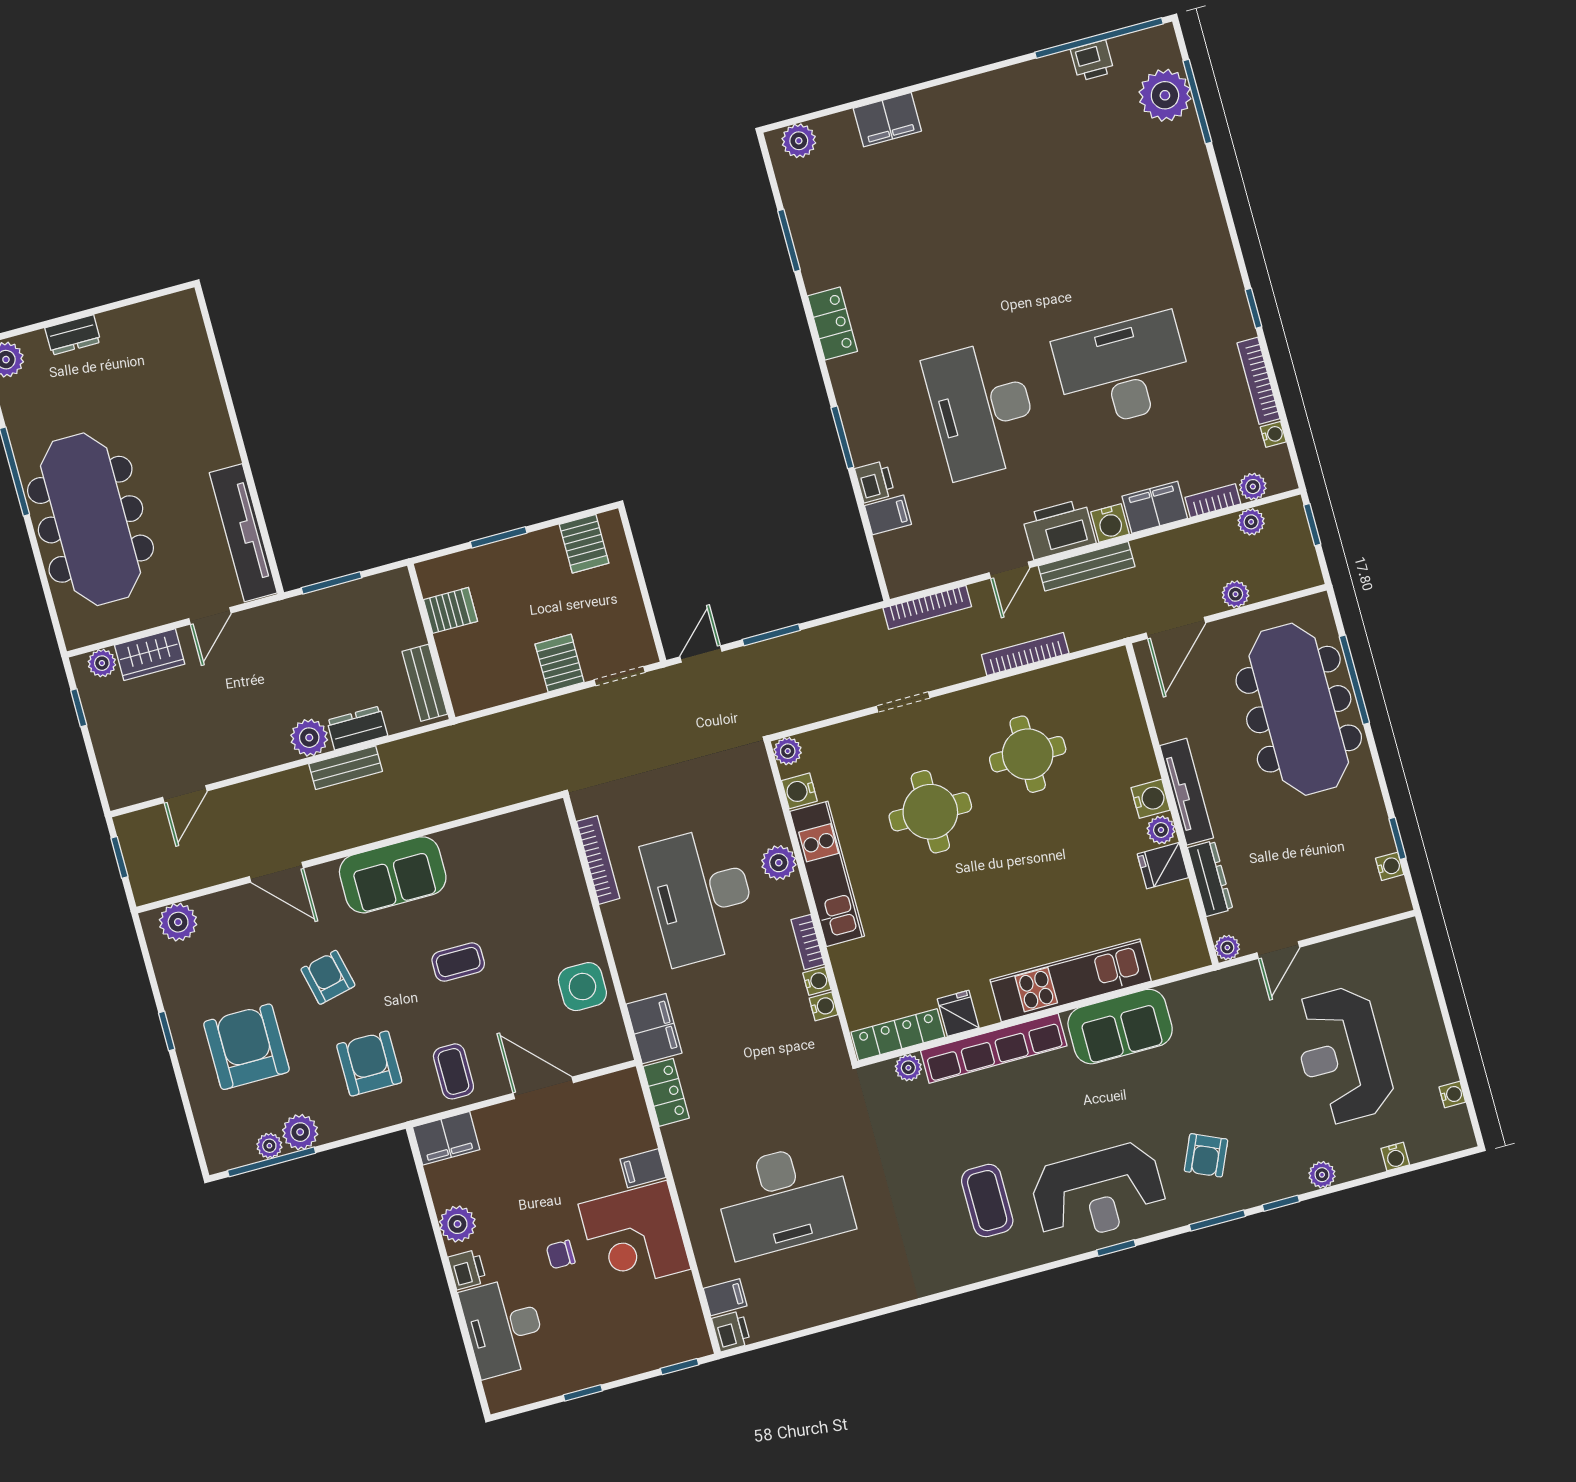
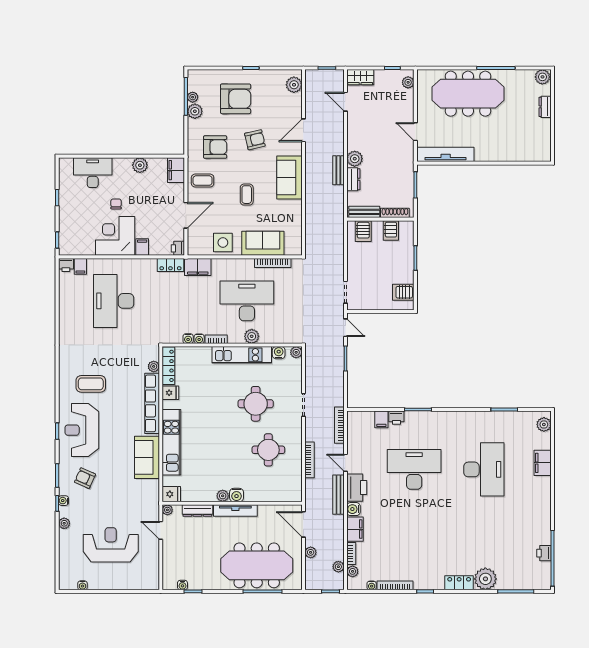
plant: (1165, 95) -> (485, 579), moved
locker: (832, 324) -> (459, 583), moved, turned 180
desk: (1123, 371) -> (484, 469), moved
shoe rack: (408, 612) -> (395, 213), added
wardrobe: (150, 655) -> (360, 77), moved, turned -90
server rack: (560, 663) -> (363, 231), moved, turned 90
fridge: (1163, 866) -> (171, 494), moved, turned 90
sofa: (560, 895) -> (263, 243), added
water cooler: (1395, 1157) -> (63, 501), moved
printer: (467, 1270) -> (178, 248), moved, turned 90

